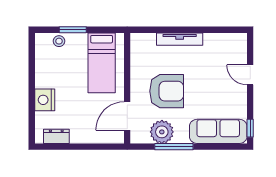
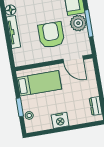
floor lamp: (211, 40) -> (11, 10), added
nightstand: (45, 100) -> (60, 120), moved
plant: (162, 132) -> (78, 23), moved

